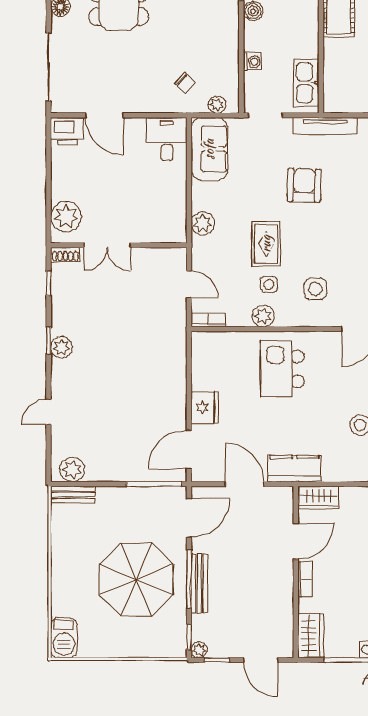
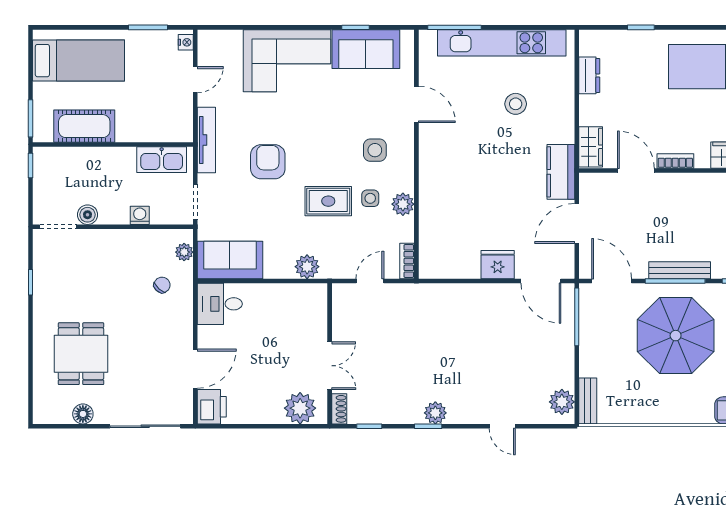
armchair: (304, 185) -> (268, 162), turned 88
kitchen island: (282, 369) -> (458, 184), removed

